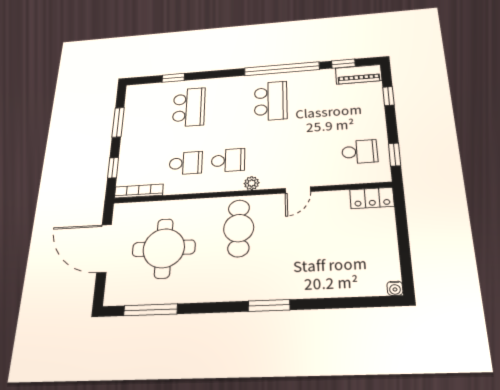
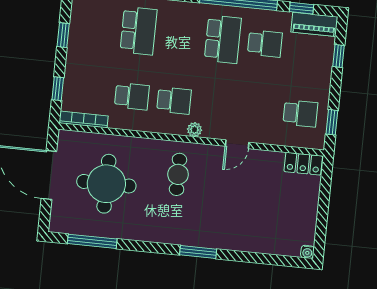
school desk: (313, 98) -> (265, 44), added
window: (118, 122) -> (63, 35), width x0.67
cafe table: (239, 228) -> (178, 174), width x0.73, depth x0.74

